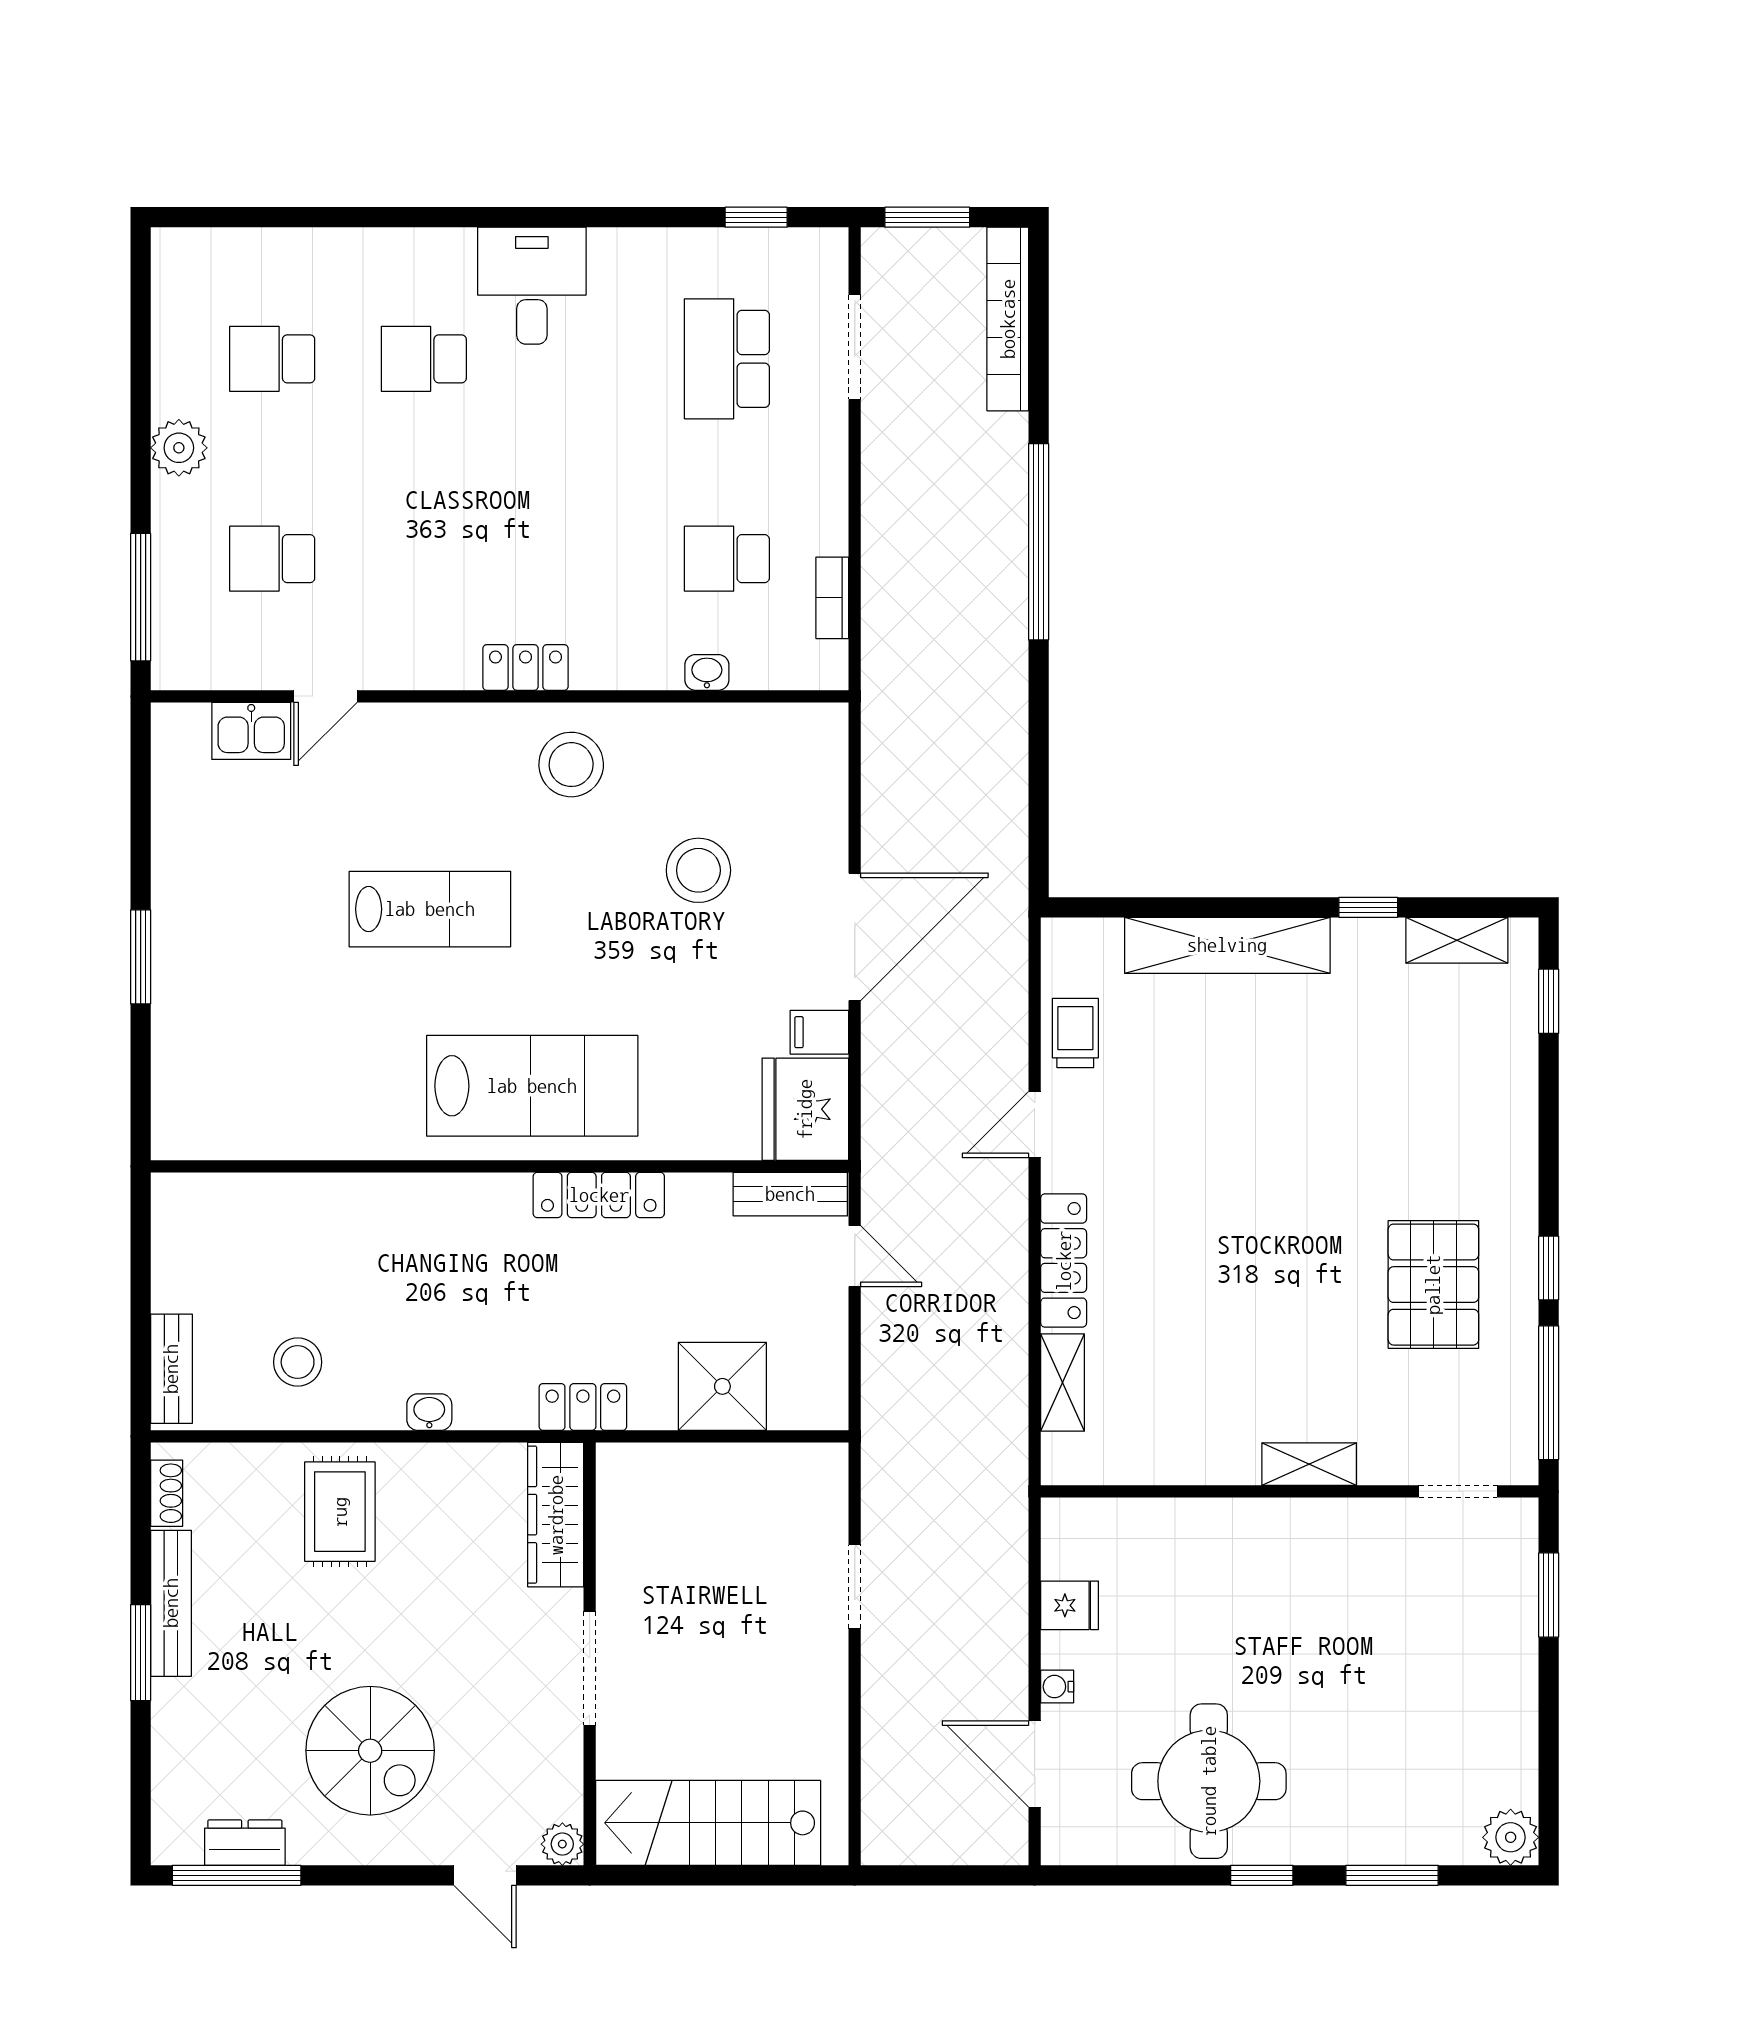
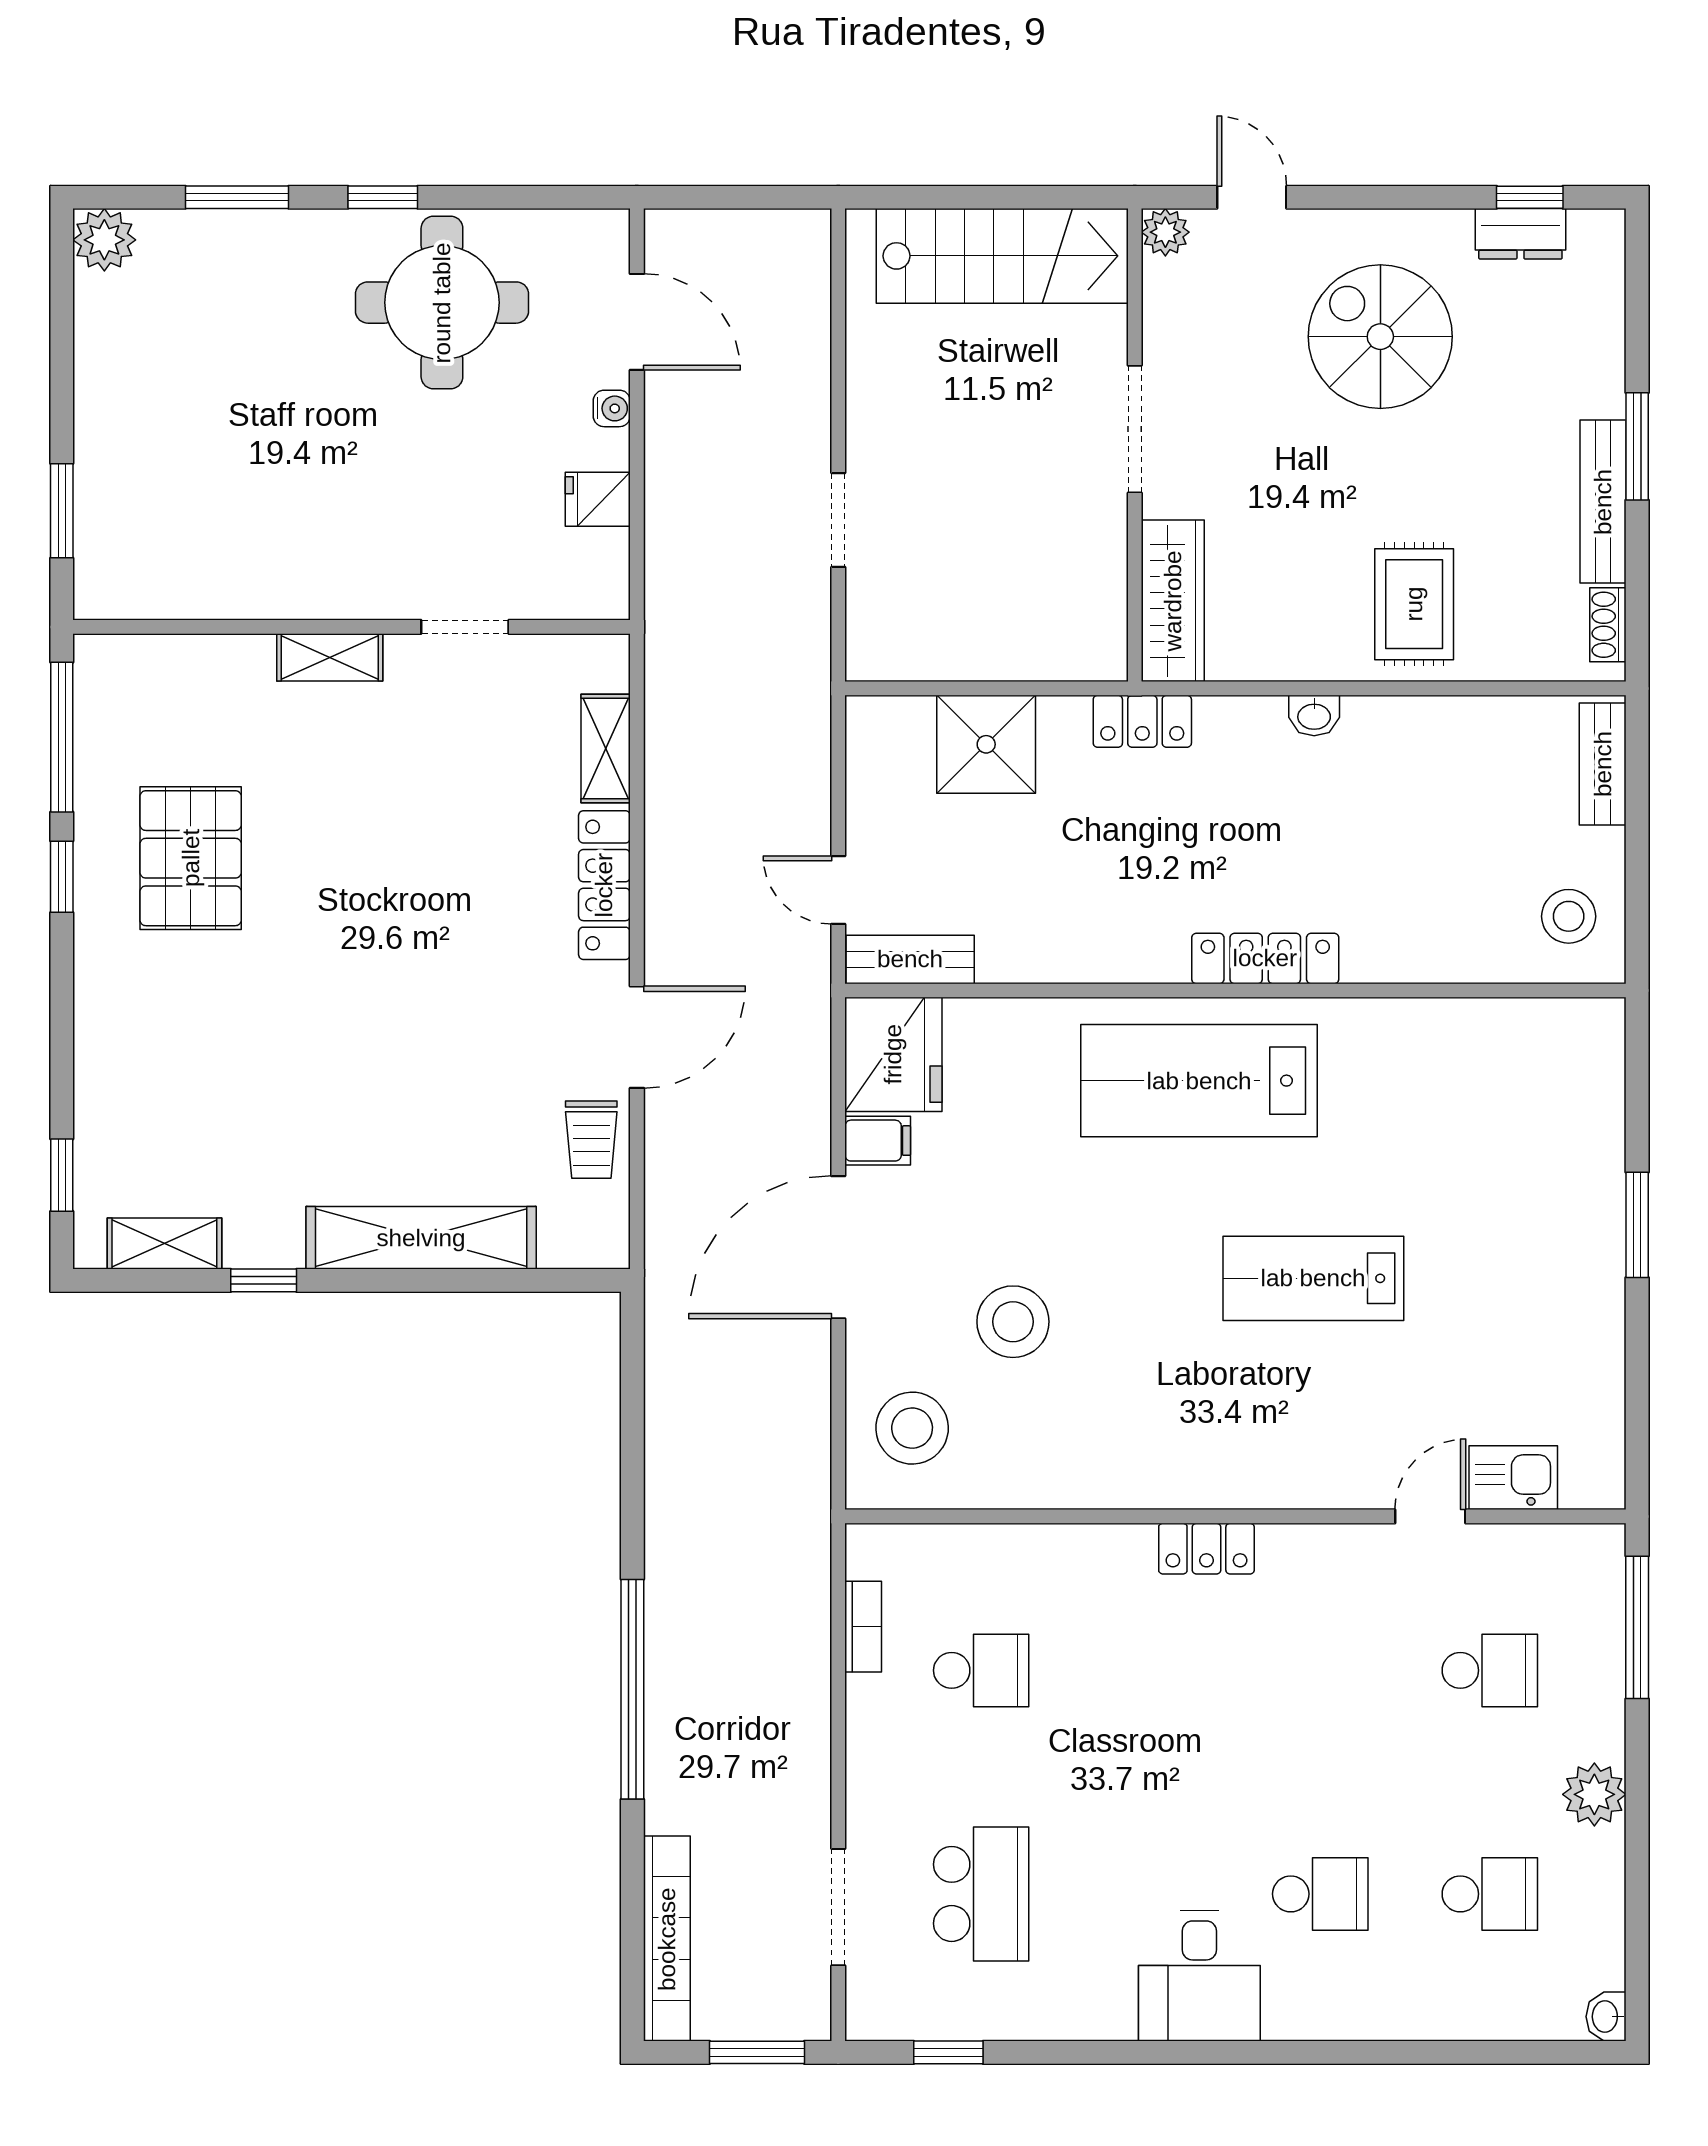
washbasin: (707, 672) -> (1606, 2017), moved, turned 90
stool: (571, 765) -> (912, 1428), moved
door: (1035, 1125) -> (637, 1037), width x1.38
locker: (599, 1195) -> (1265, 958), moved
stool: (298, 1362) -> (1569, 916), moved
doorway: (1458, 1491) -> (465, 627), moved
window: (237, 1875) -> (1530, 197), width x0.46

